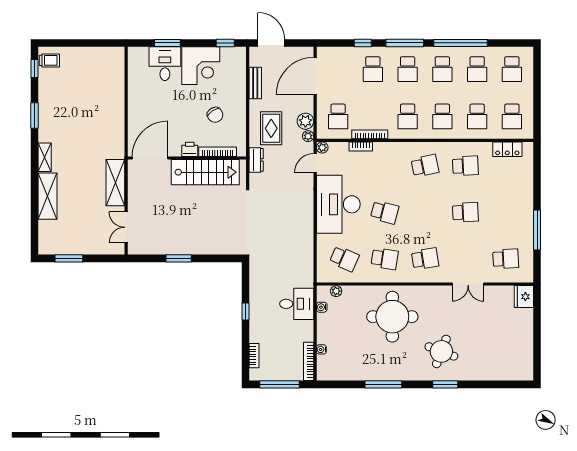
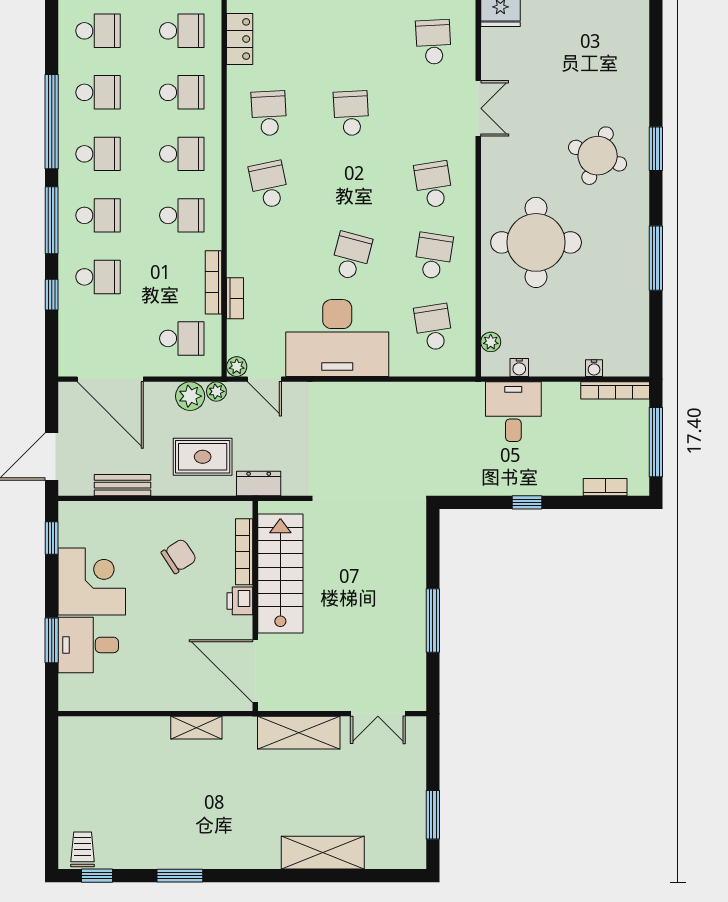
shelving: (45, 157) -> (196, 728), moved
window: (179, 258) -> (433, 621), width x1.44
school desk: (344, 259) -> (433, 327), turned -33

